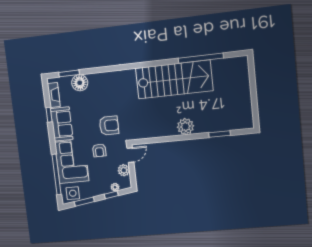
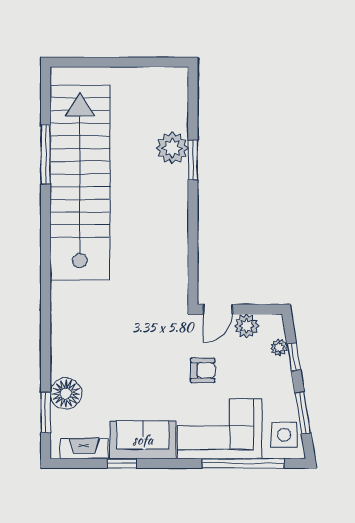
window: (201, 58) -> (46, 154), width x0.68
stairs: (174, 79) -> (80, 183), width x1.36
armchair: (109, 125) -> (155, 345), removed
plant: (185, 127) -> (172, 148), moved
window: (220, 134) -> (193, 160), moved
door: (130, 155) -> (218, 309), swing flipped

